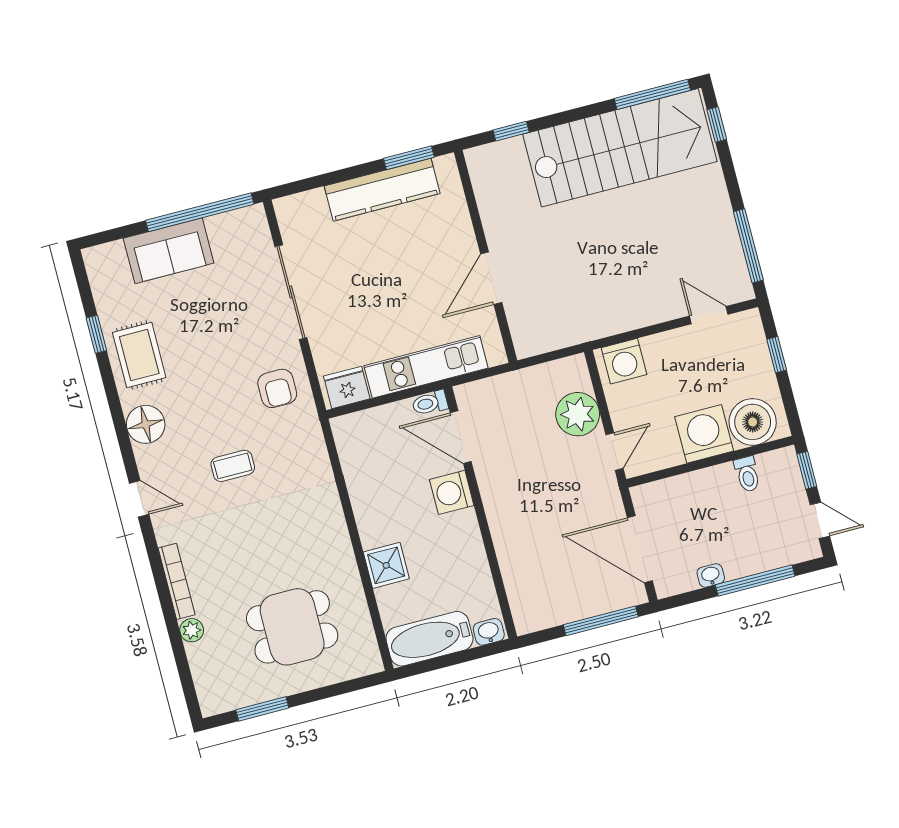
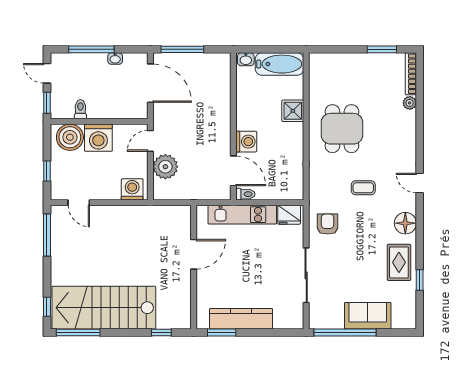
bookcase: (177, 581) -> (411, 74), moved
dining table: (292, 627) -> (342, 129), moved, turned 90

